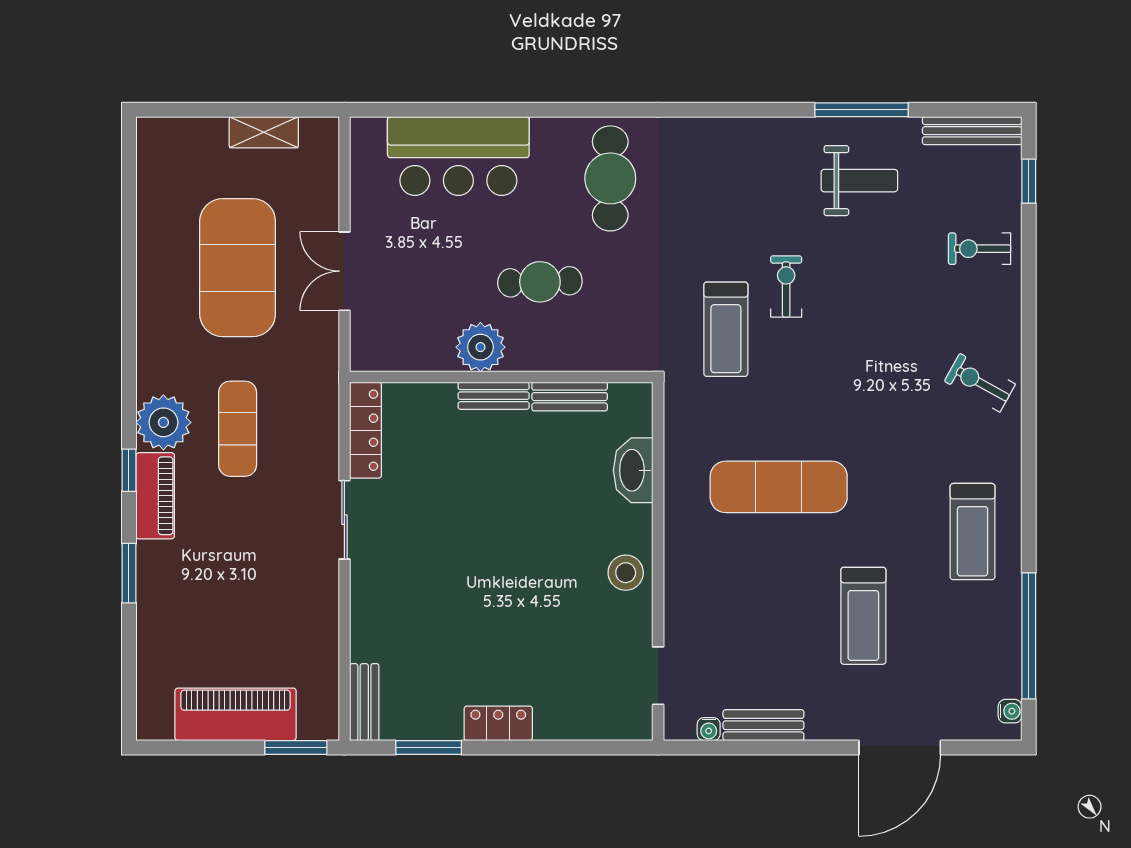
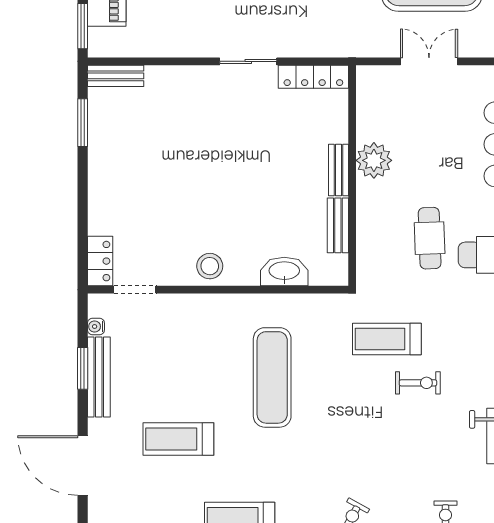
cafe table: (540, 282) -> (430, 238), moved
locker: (498, 723) -> (100, 261), moved
bench: (763, 725) -> (99, 377), width x1.36
window: (766, 748) -> (83, 368), added

